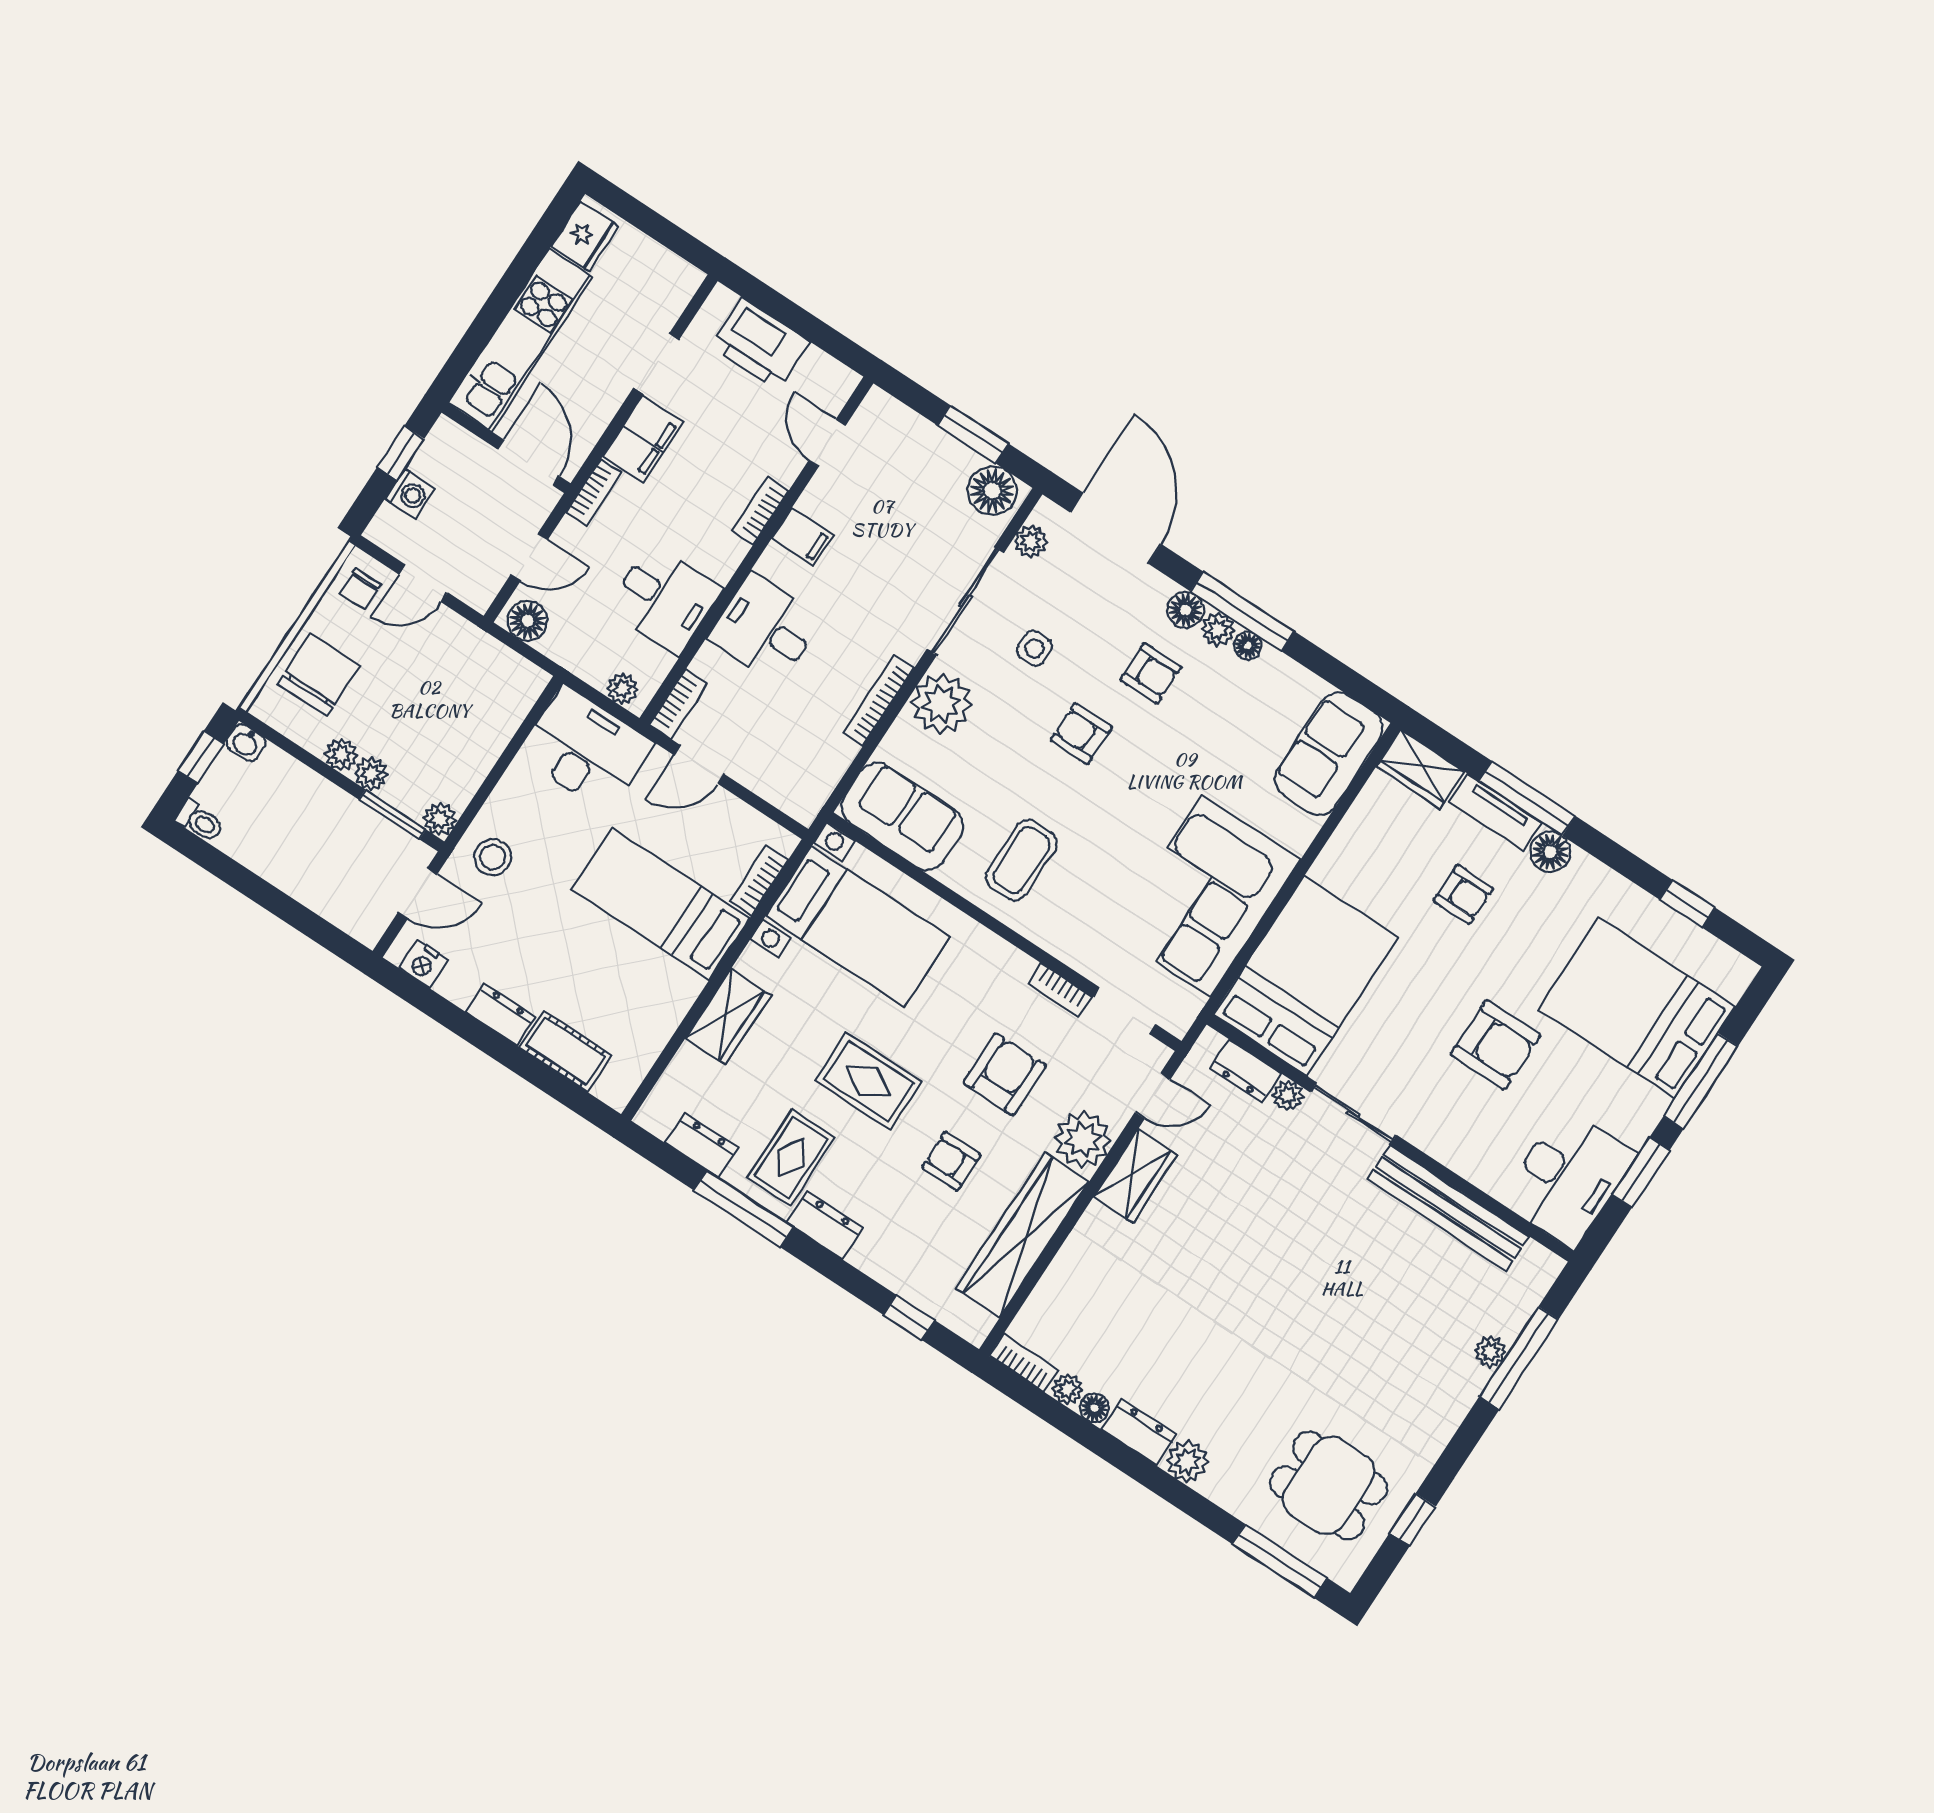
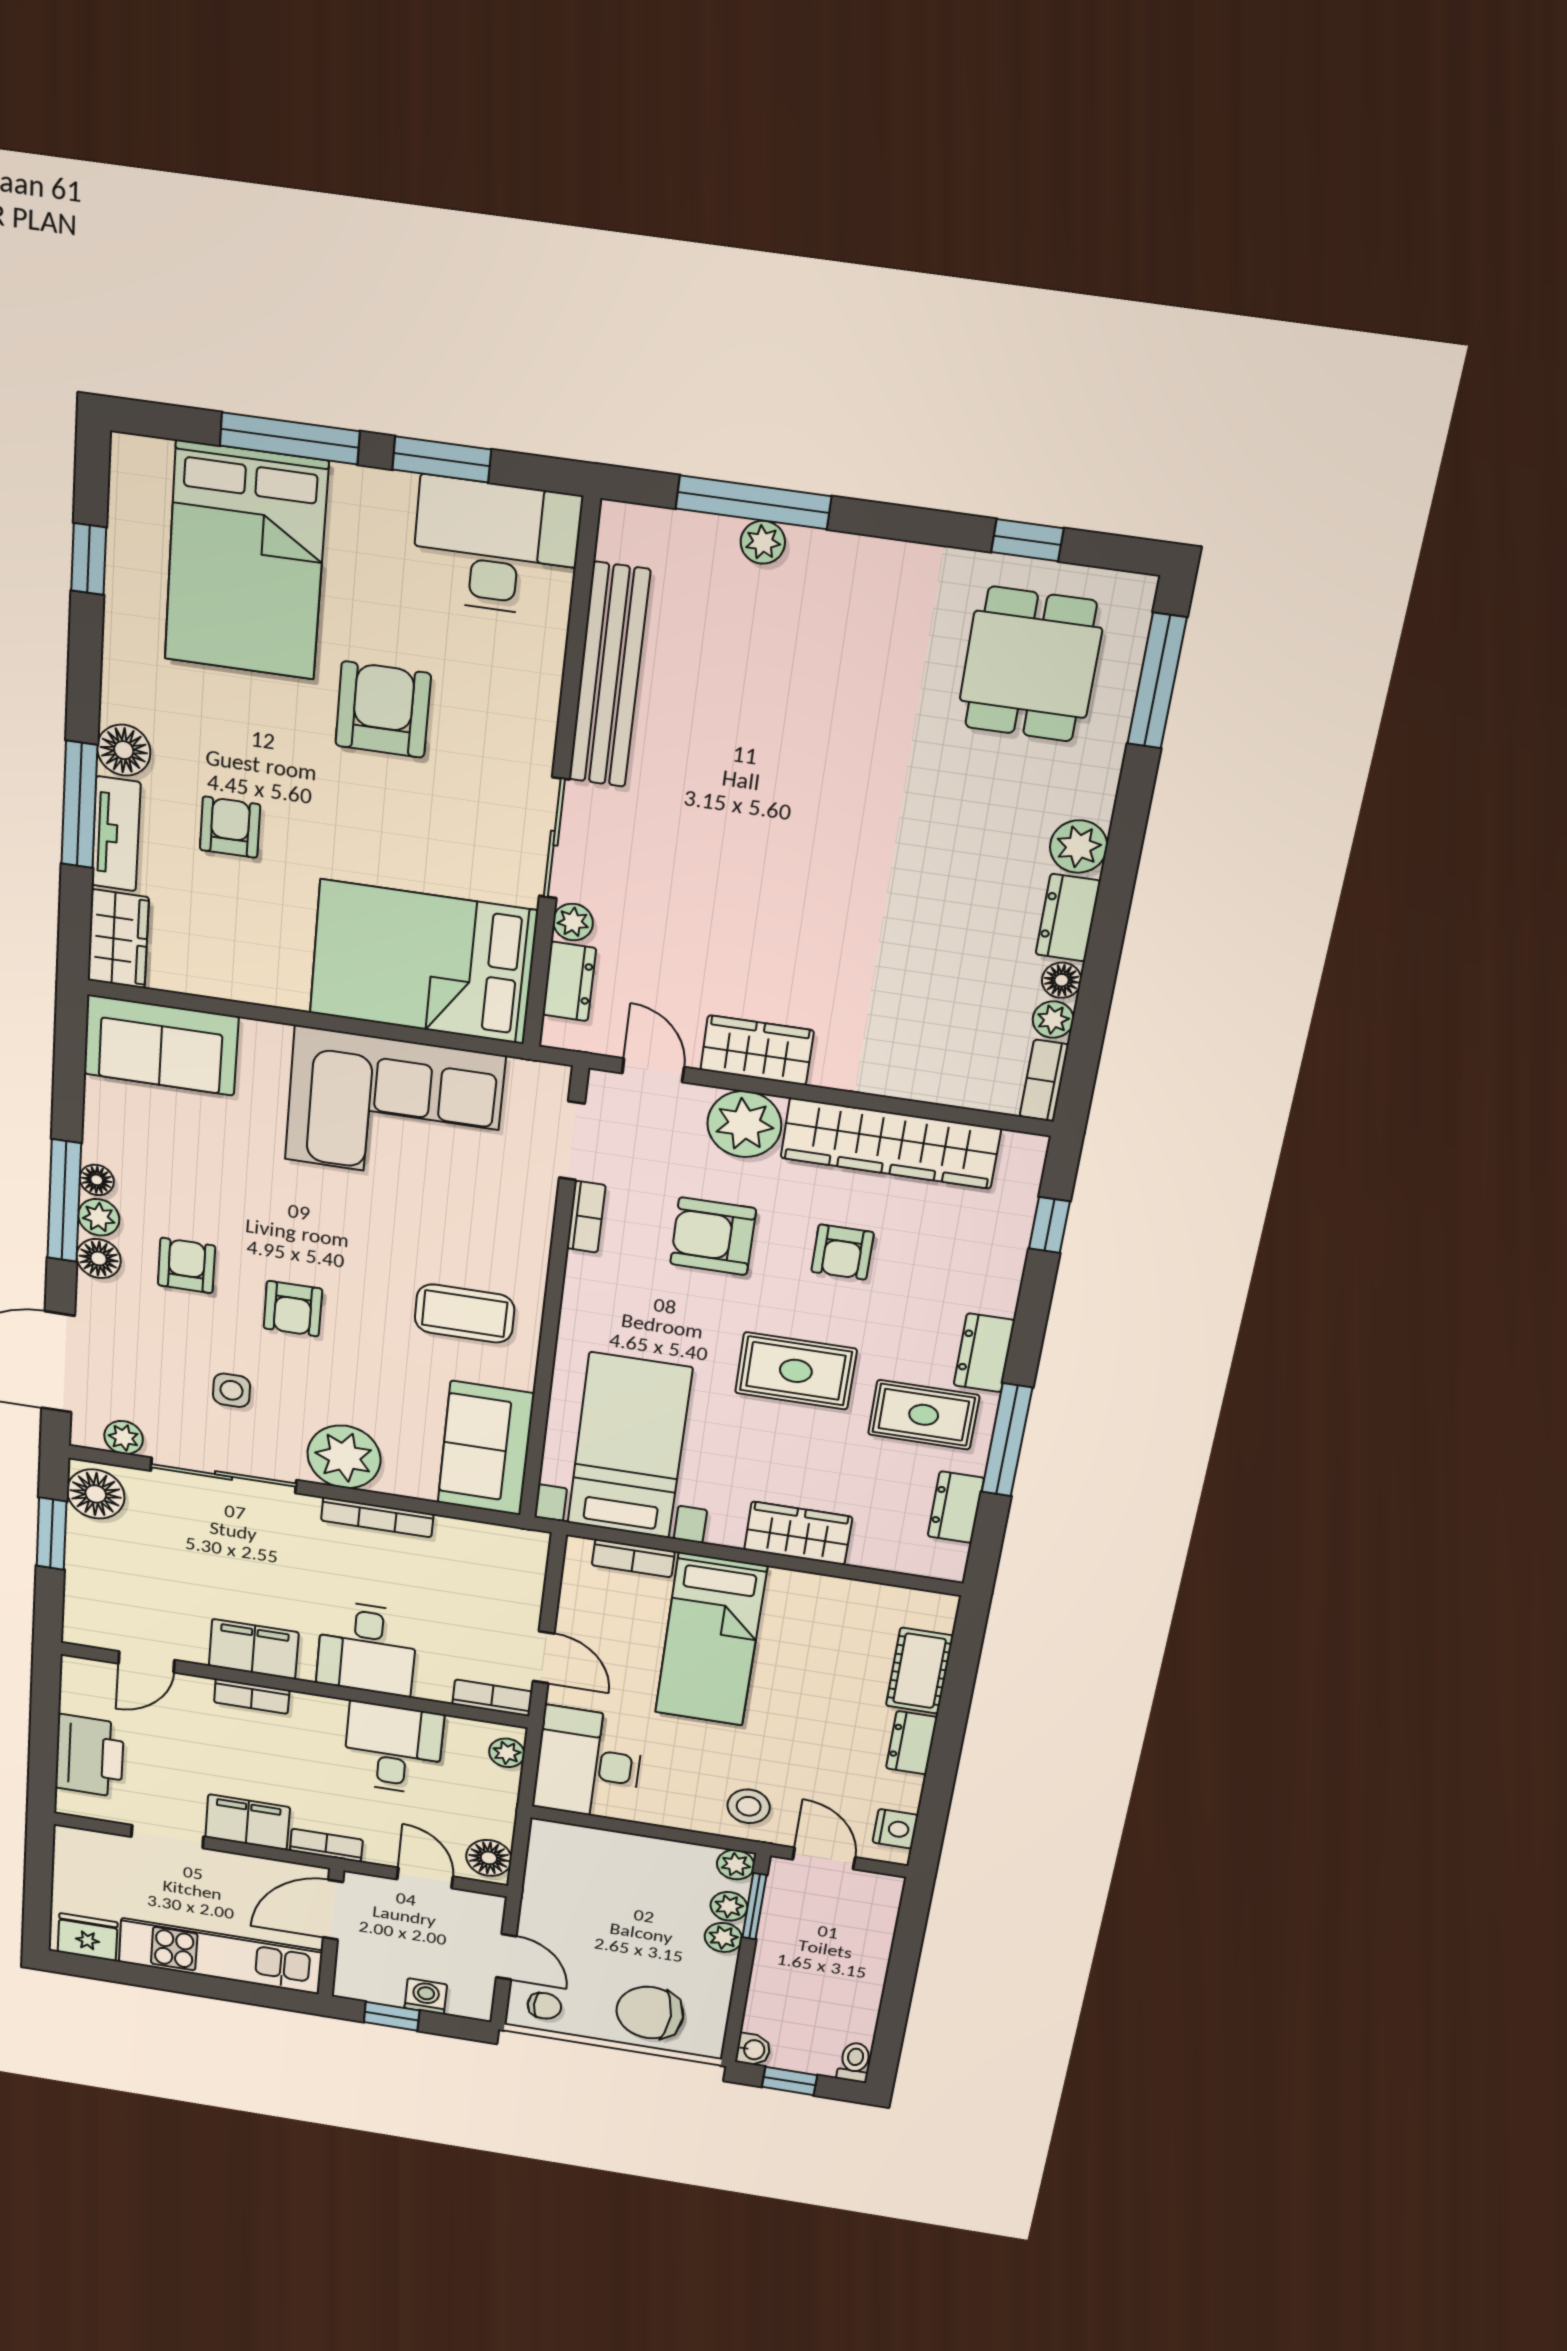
filing cabinet: (803, 537) -> (254, 1649), width x2.00
plant: (341, 755) -> (729, 1906), moved
rug: (868, 1081) -> (796, 1371), turned 90

